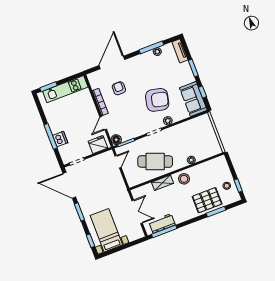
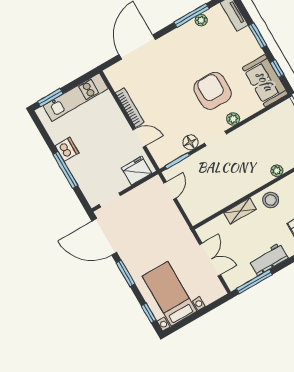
armchair: (119, 88) -> (154, 83), removed
armchair: (157, 100) -> (213, 91), turned -103
door: (103, 123) -> (139, 138), swing flipped
dishwasher: (60, 139) -> (67, 149), moved
floor lamp: (116, 140) -> (190, 142), moved
cafe table: (155, 162) -> (224, 182), removed
workbench: (162, 223) -> (268, 259), moved

